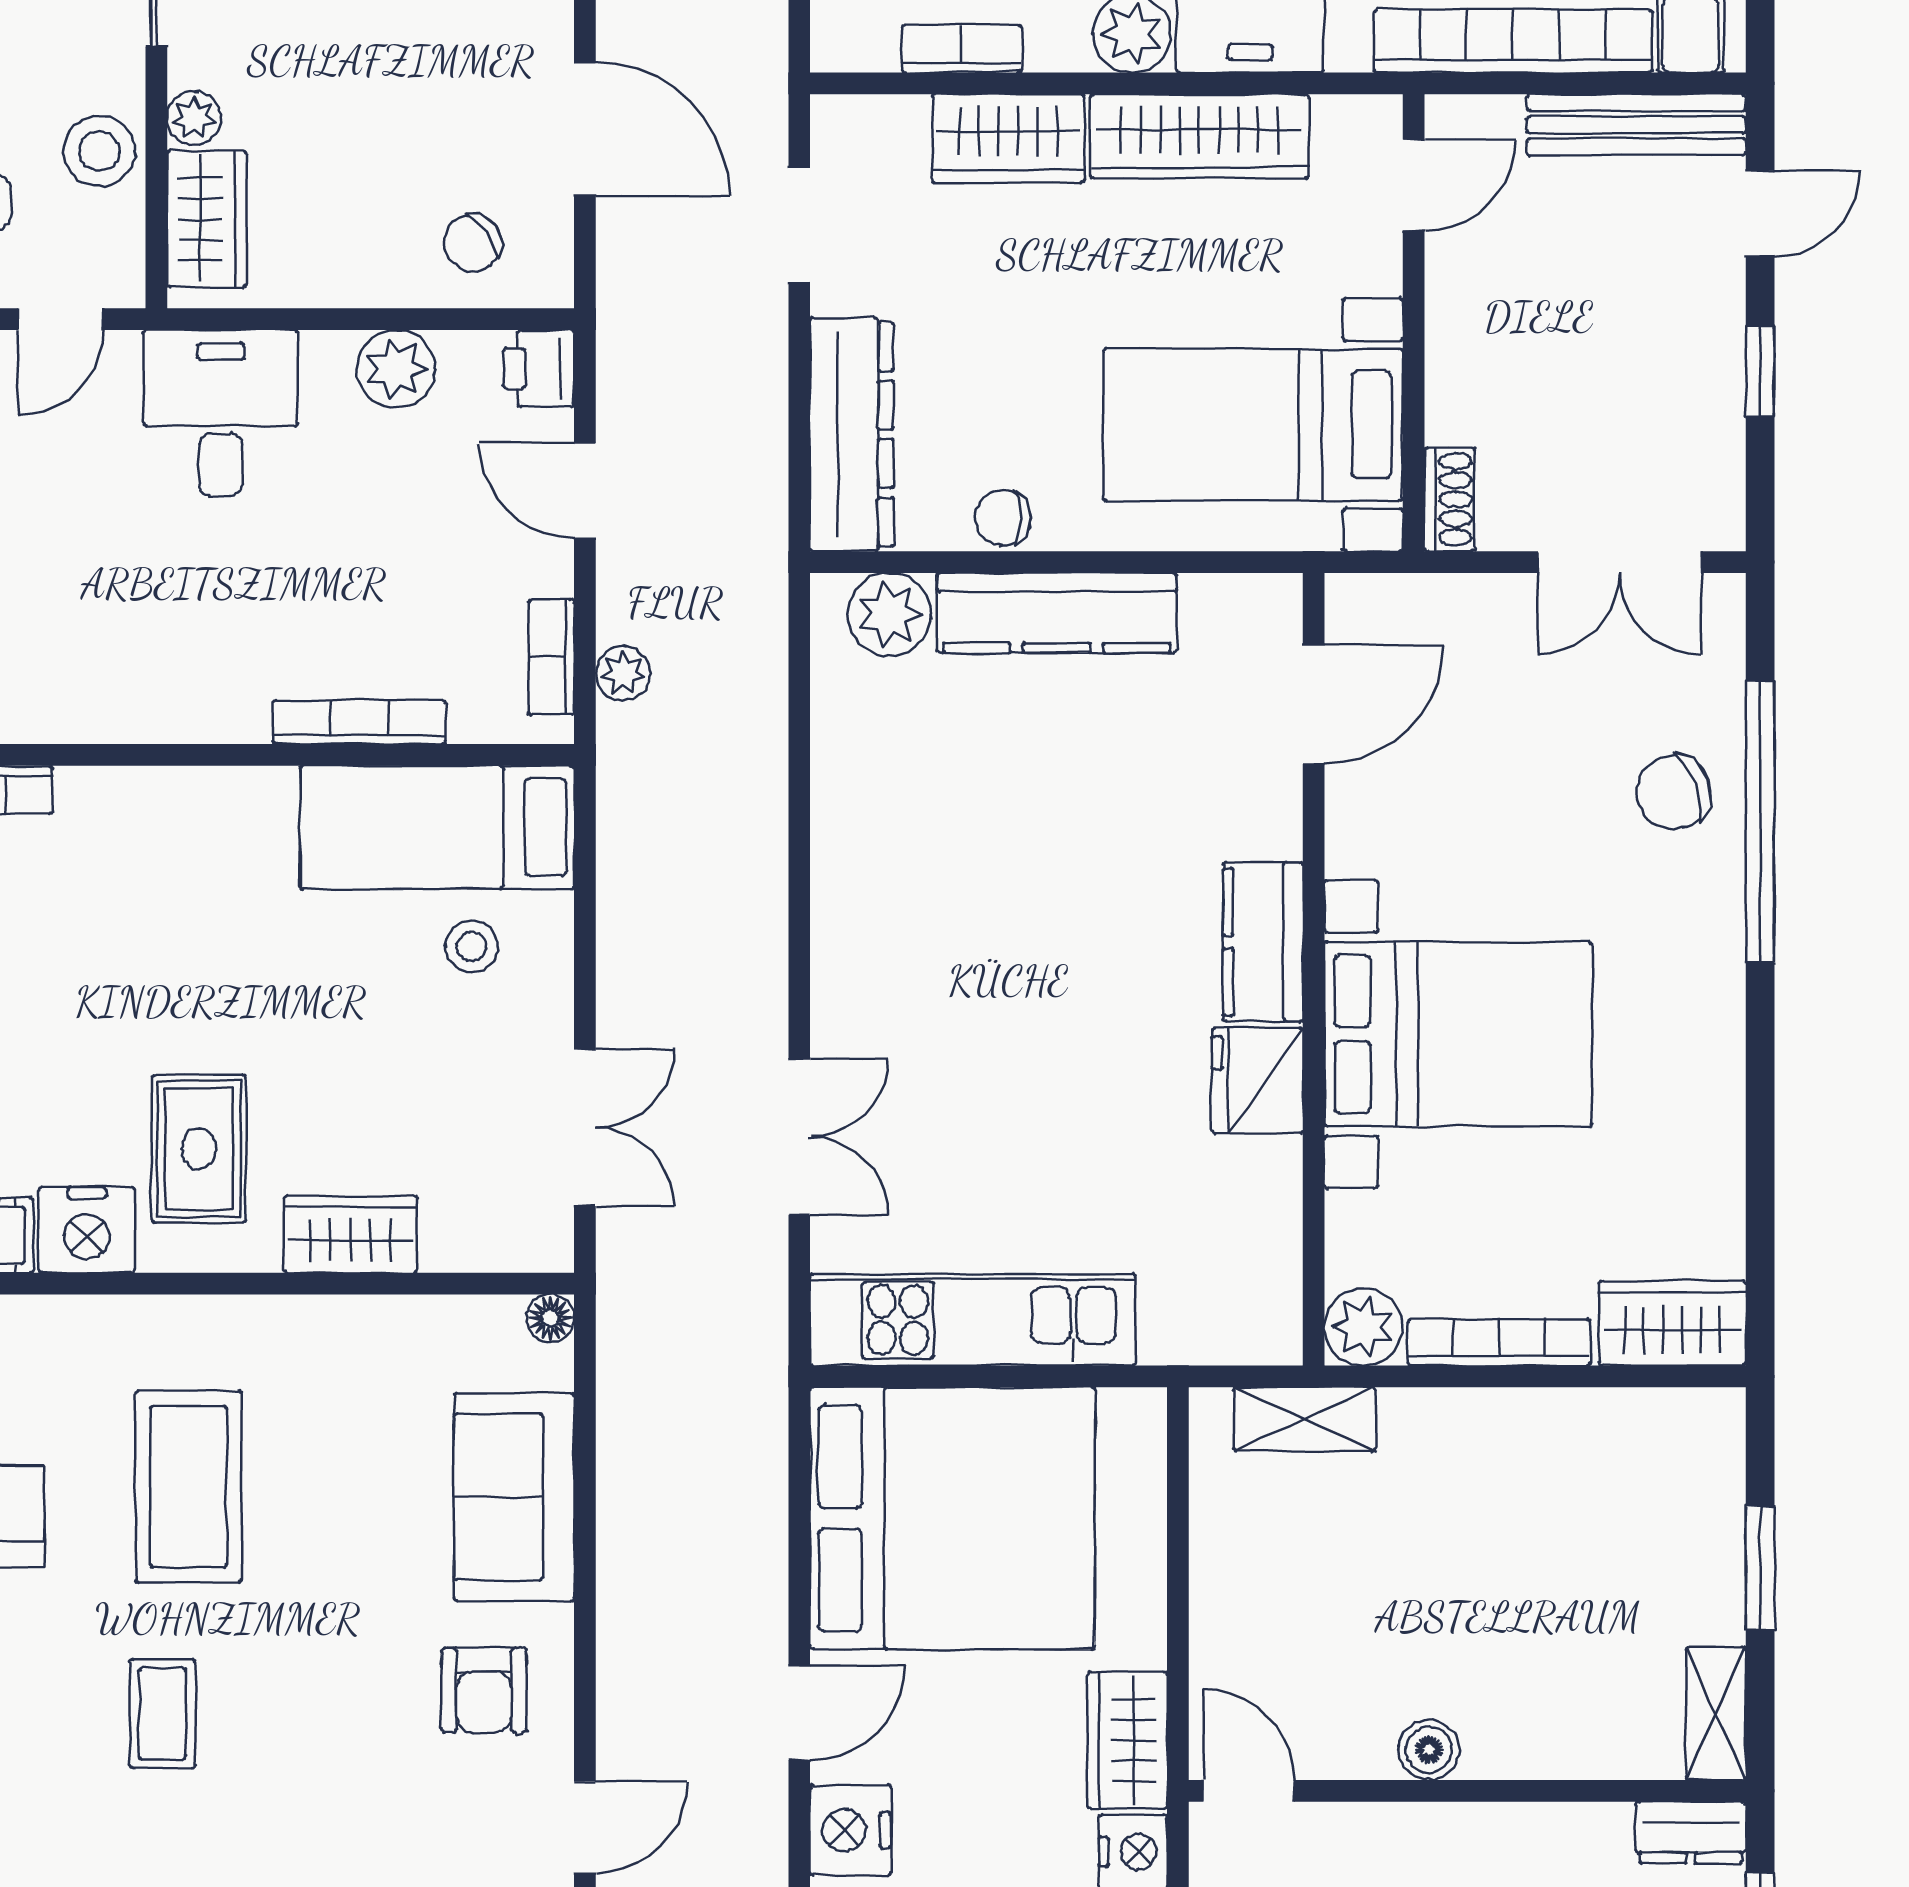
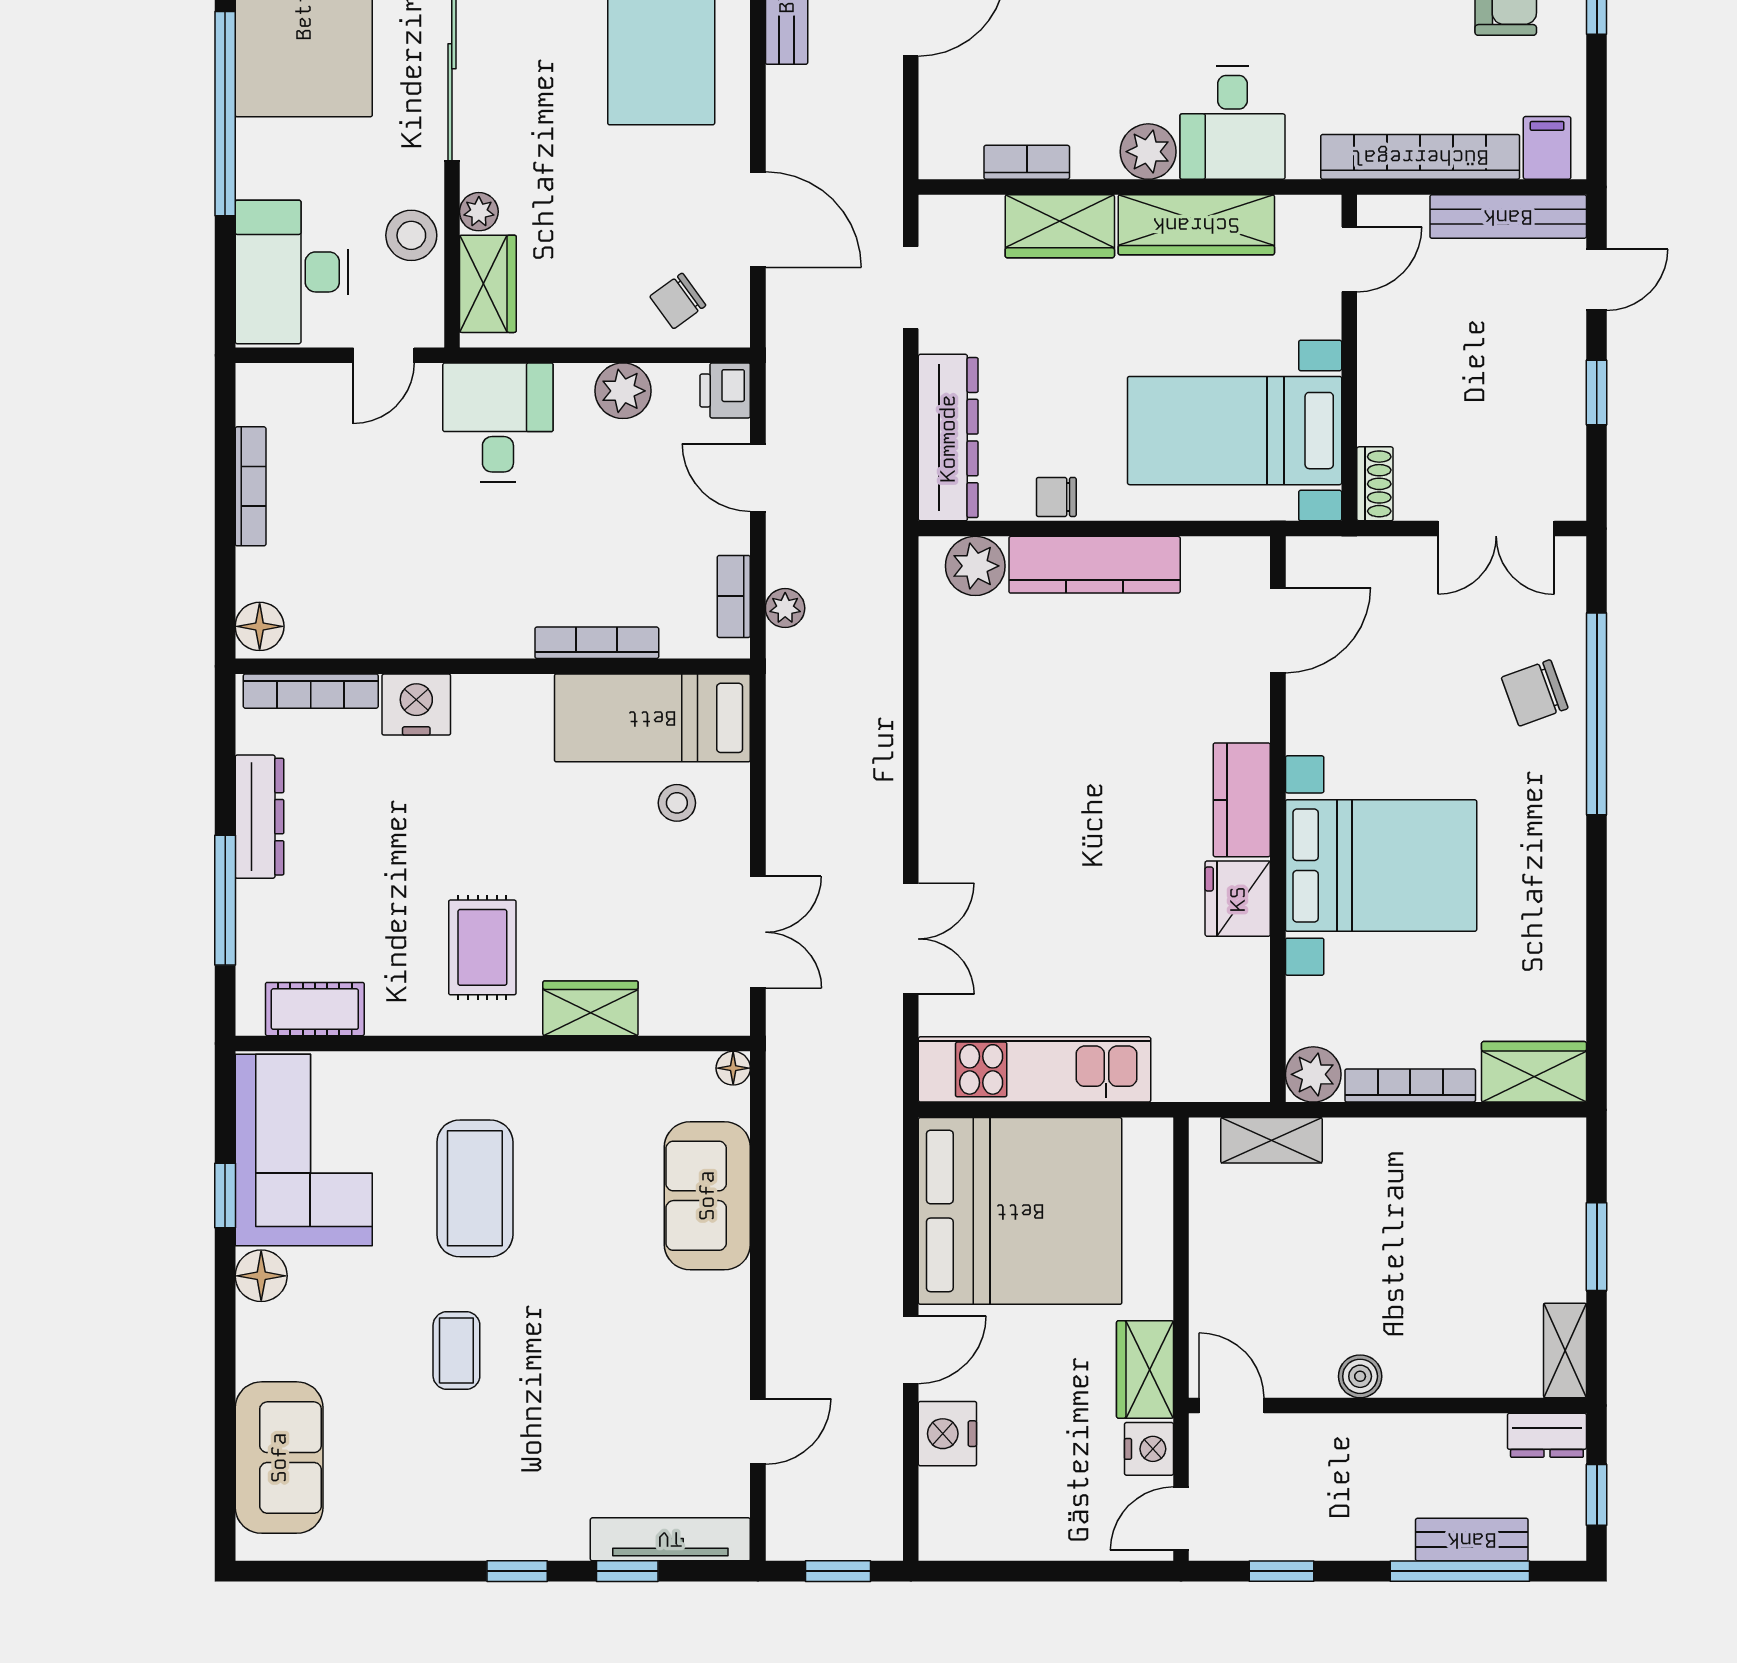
nightstand: (87, 1230) -> (416, 705), moved, turned 180
armchair: (484, 1690) -> (686, 1334), removed

